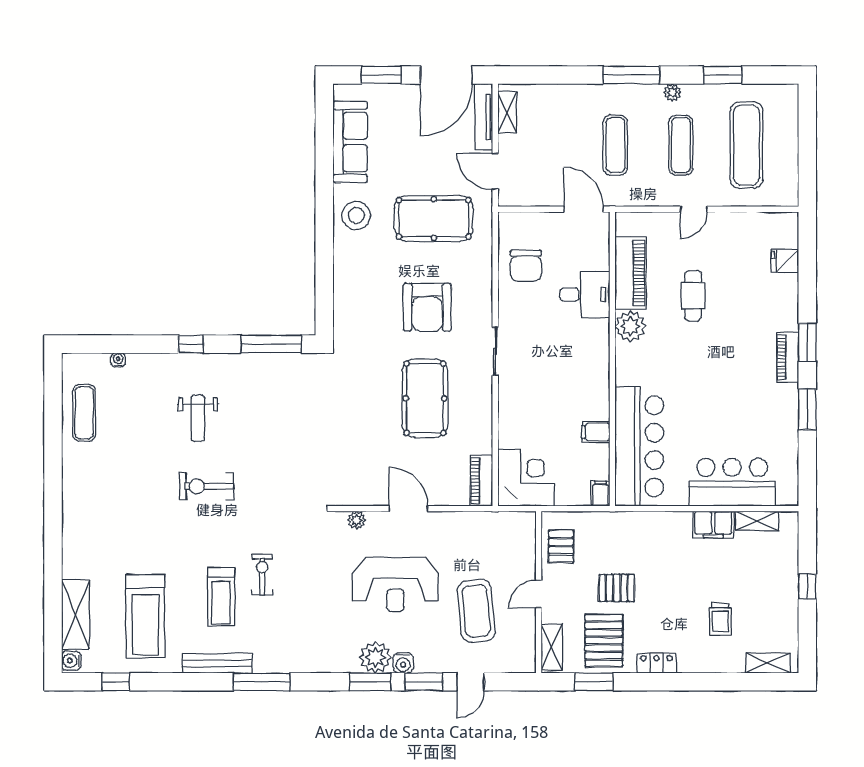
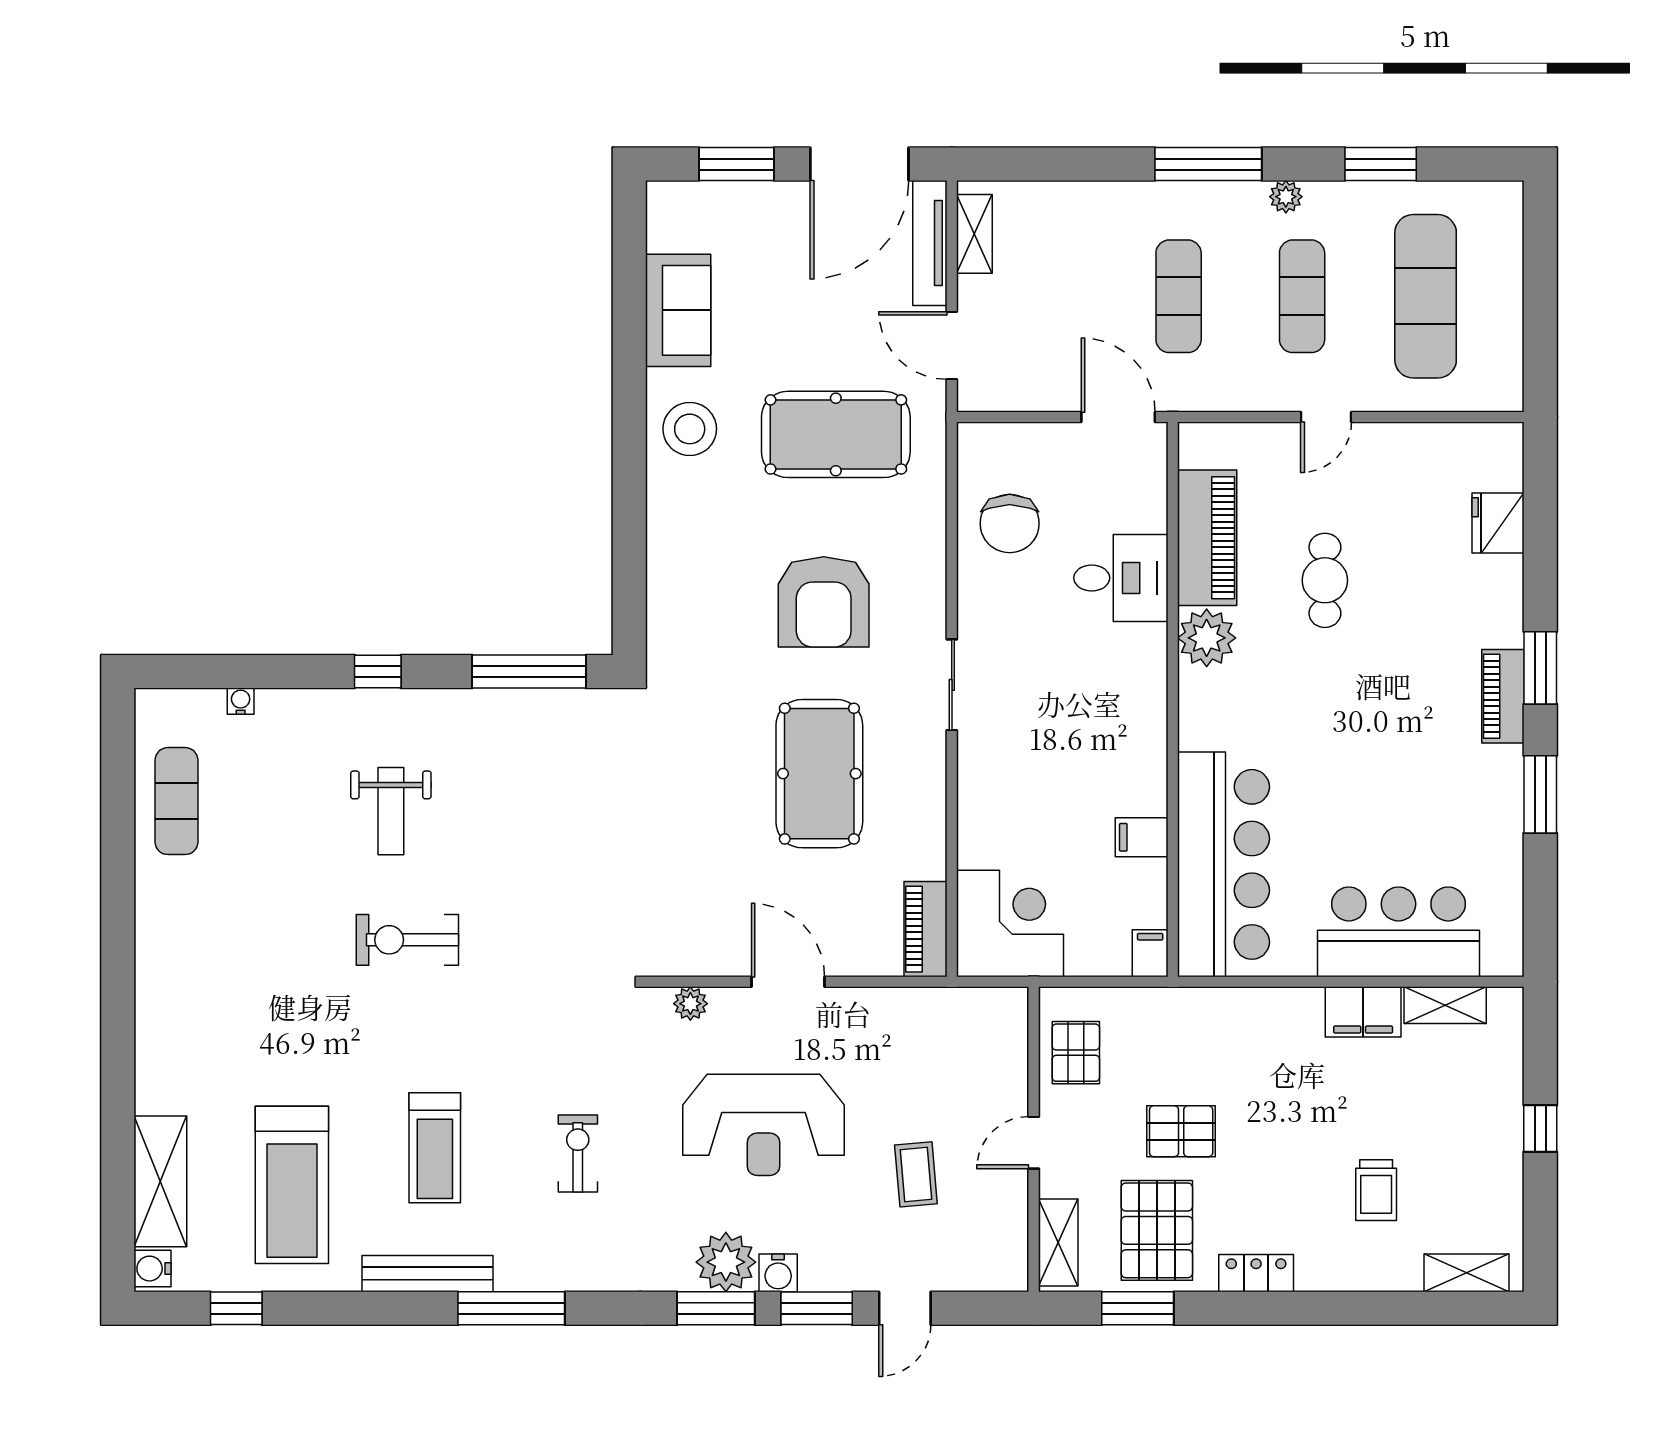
sofa: (350, 142) -> (678, 310), width x0.73
fridge: (785, 261) -> (1498, 523), width x1.38
exercise bike: (262, 575) -> (578, 1154), moved
coffee table: (476, 611) -> (916, 1174), width x0.54, depth x0.58

